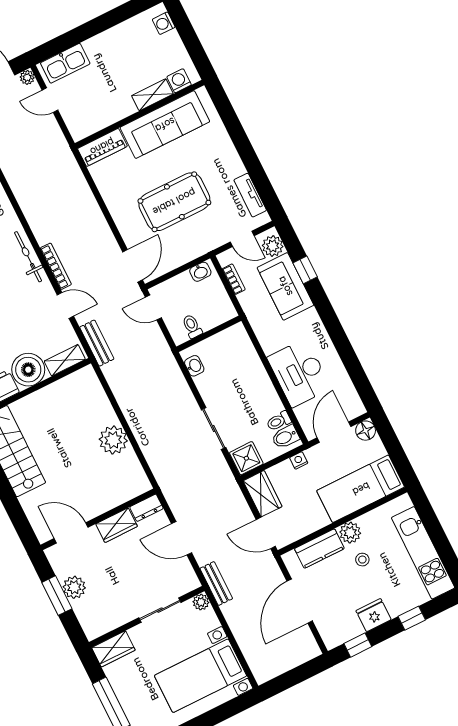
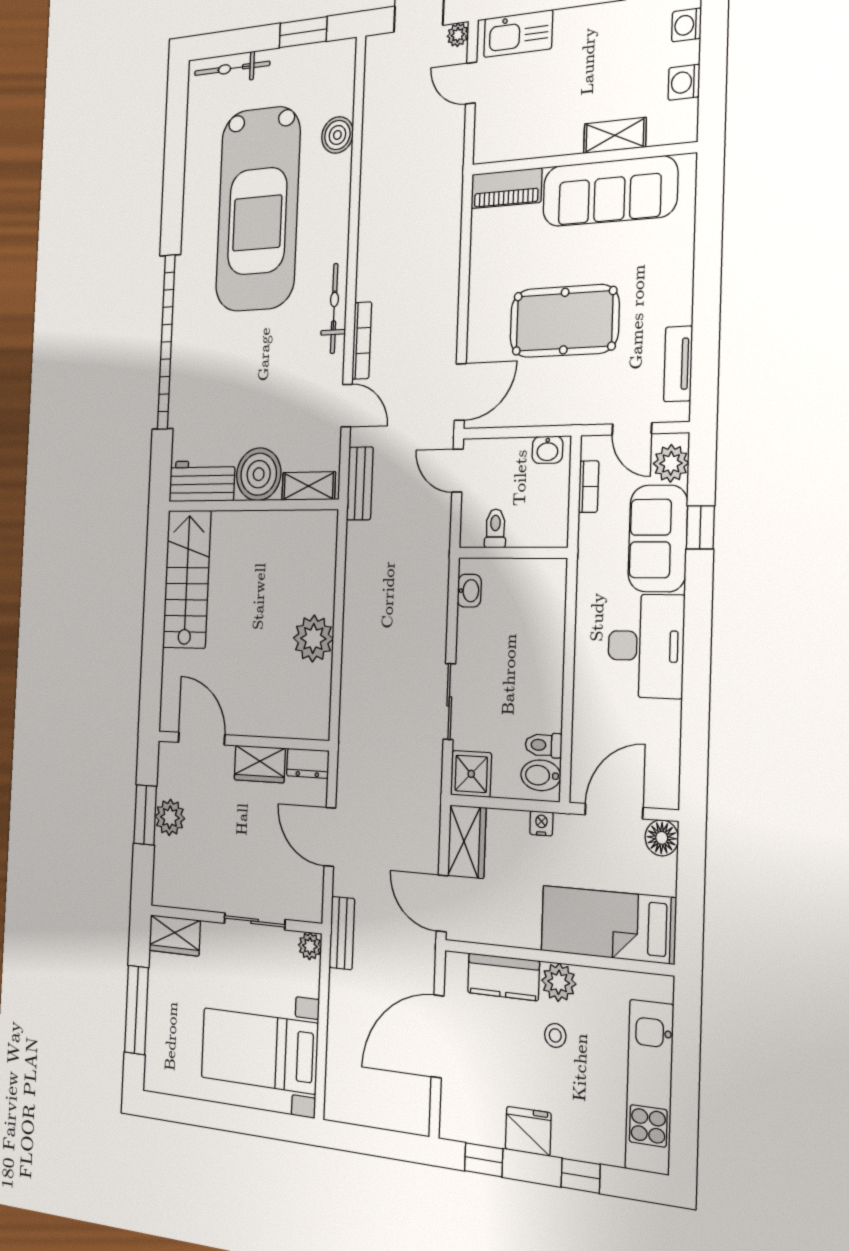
washing machine: (179, 81) -> (684, 82), moved, turned -90
desk: (299, 373) -> (646, 646), moved, turned 180

